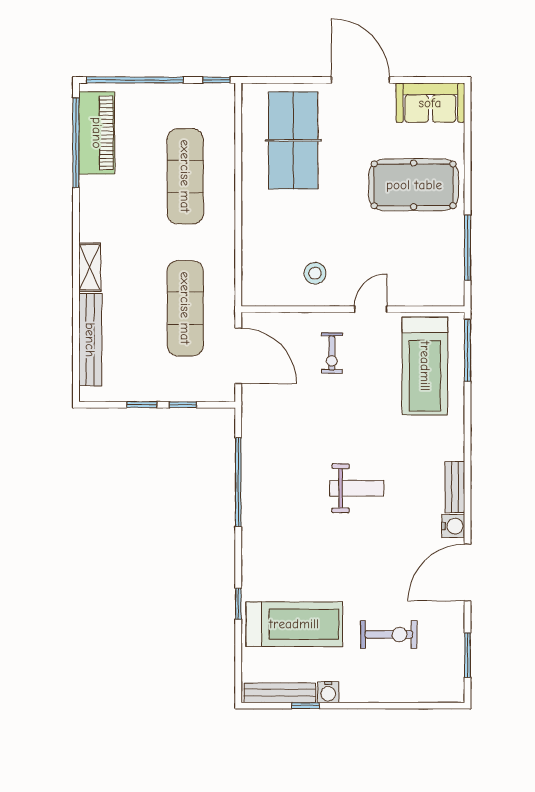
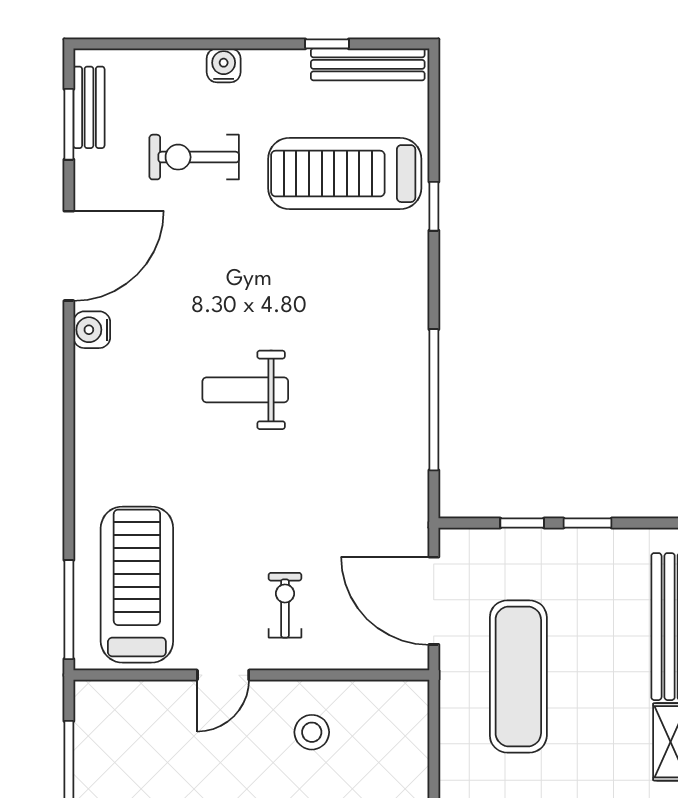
bench: (455, 487) -> (89, 107), moved
water cooler: (328, 692) -> (224, 65), moved

